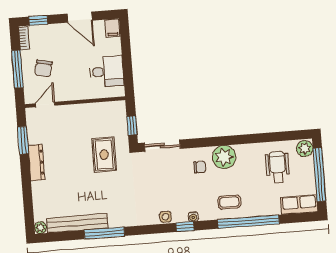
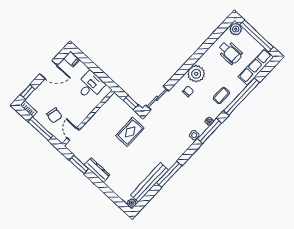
rug: (104, 155) -> (130, 132), turned 90
wheelchair: (278, 167) -> (230, 53), turned 180
row of seats: (299, 205) -> (256, 67), width x1.48
window: (185, 227) -> (210, 131), width x2.17

